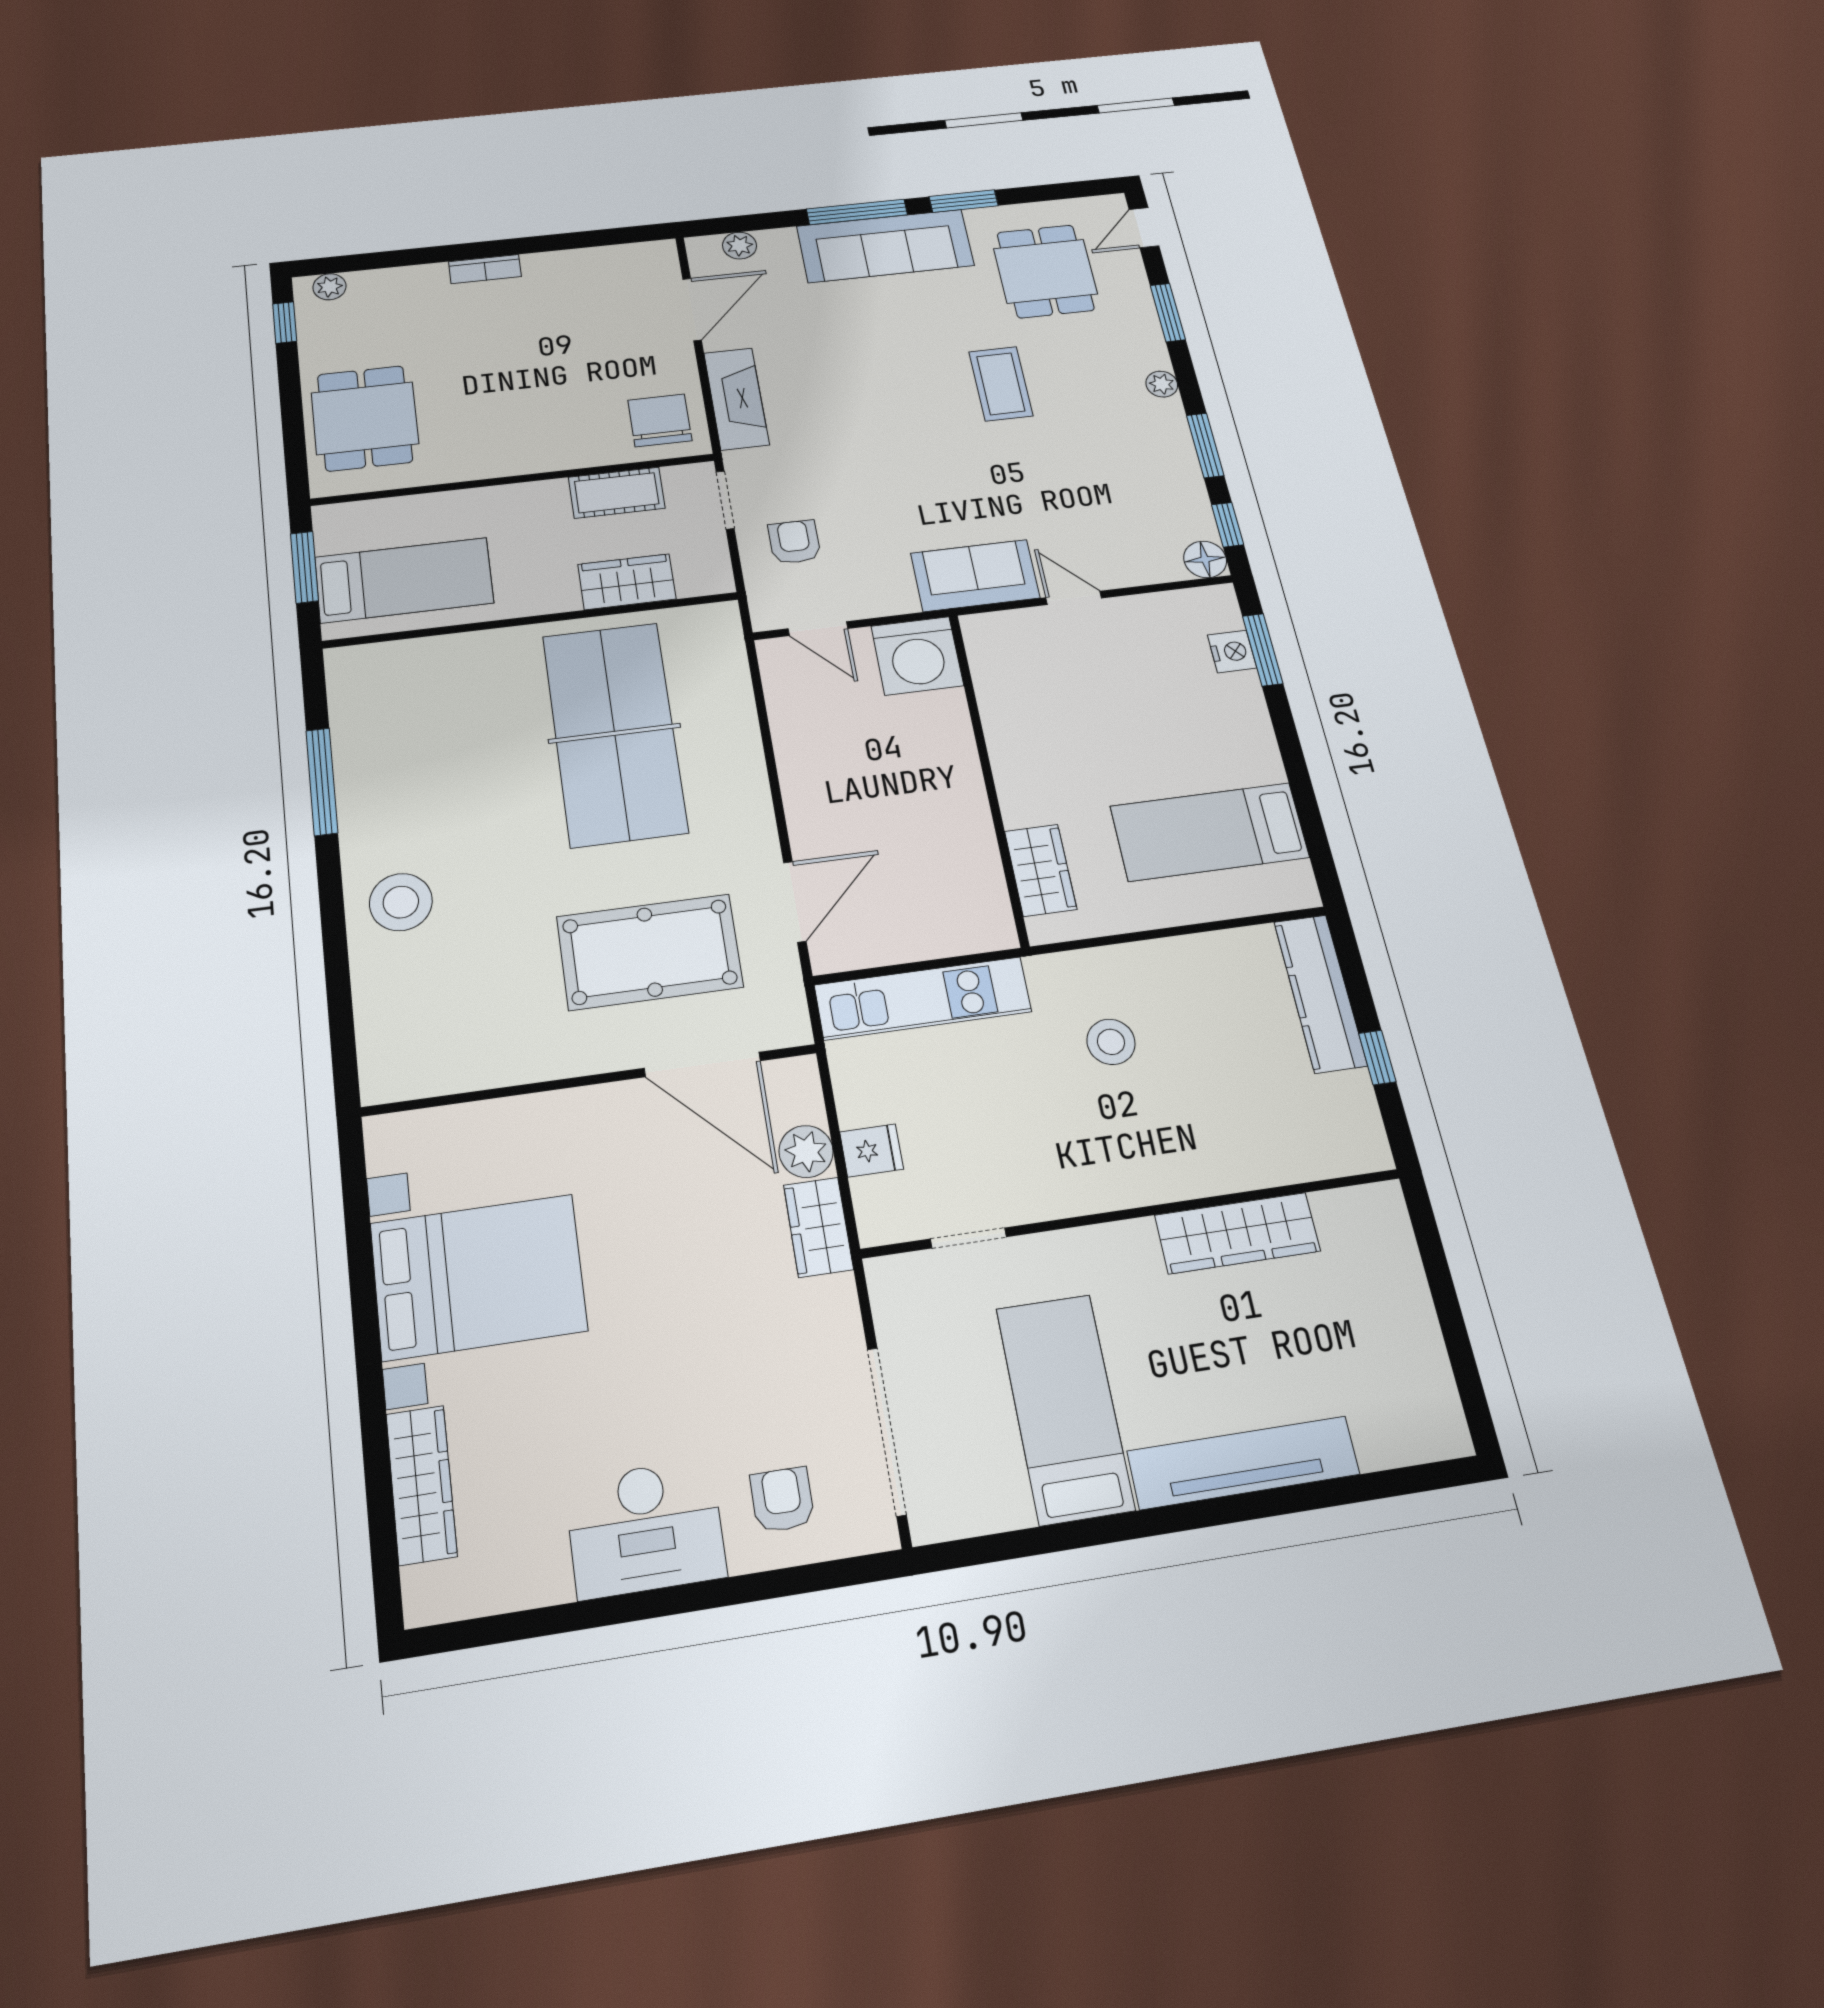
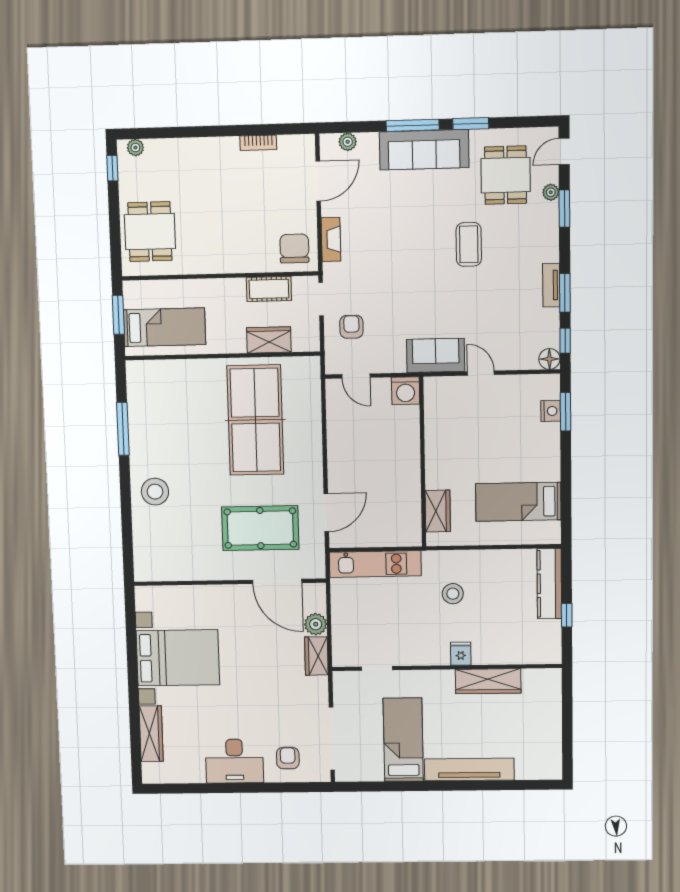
bookcase: (485, 269) -> (258, 143), moved
plant: (1162, 384) -> (551, 192), moved
fireplace: (736, 399) -> (331, 239), width x0.73, depth x0.76
tv unit: (1175, 435) -> (551, 285), added
washing machine: (917, 656) -> (406, 391), width x0.73, depth x0.73
fridge: (872, 1150) -> (461, 654), moved, turned -90

